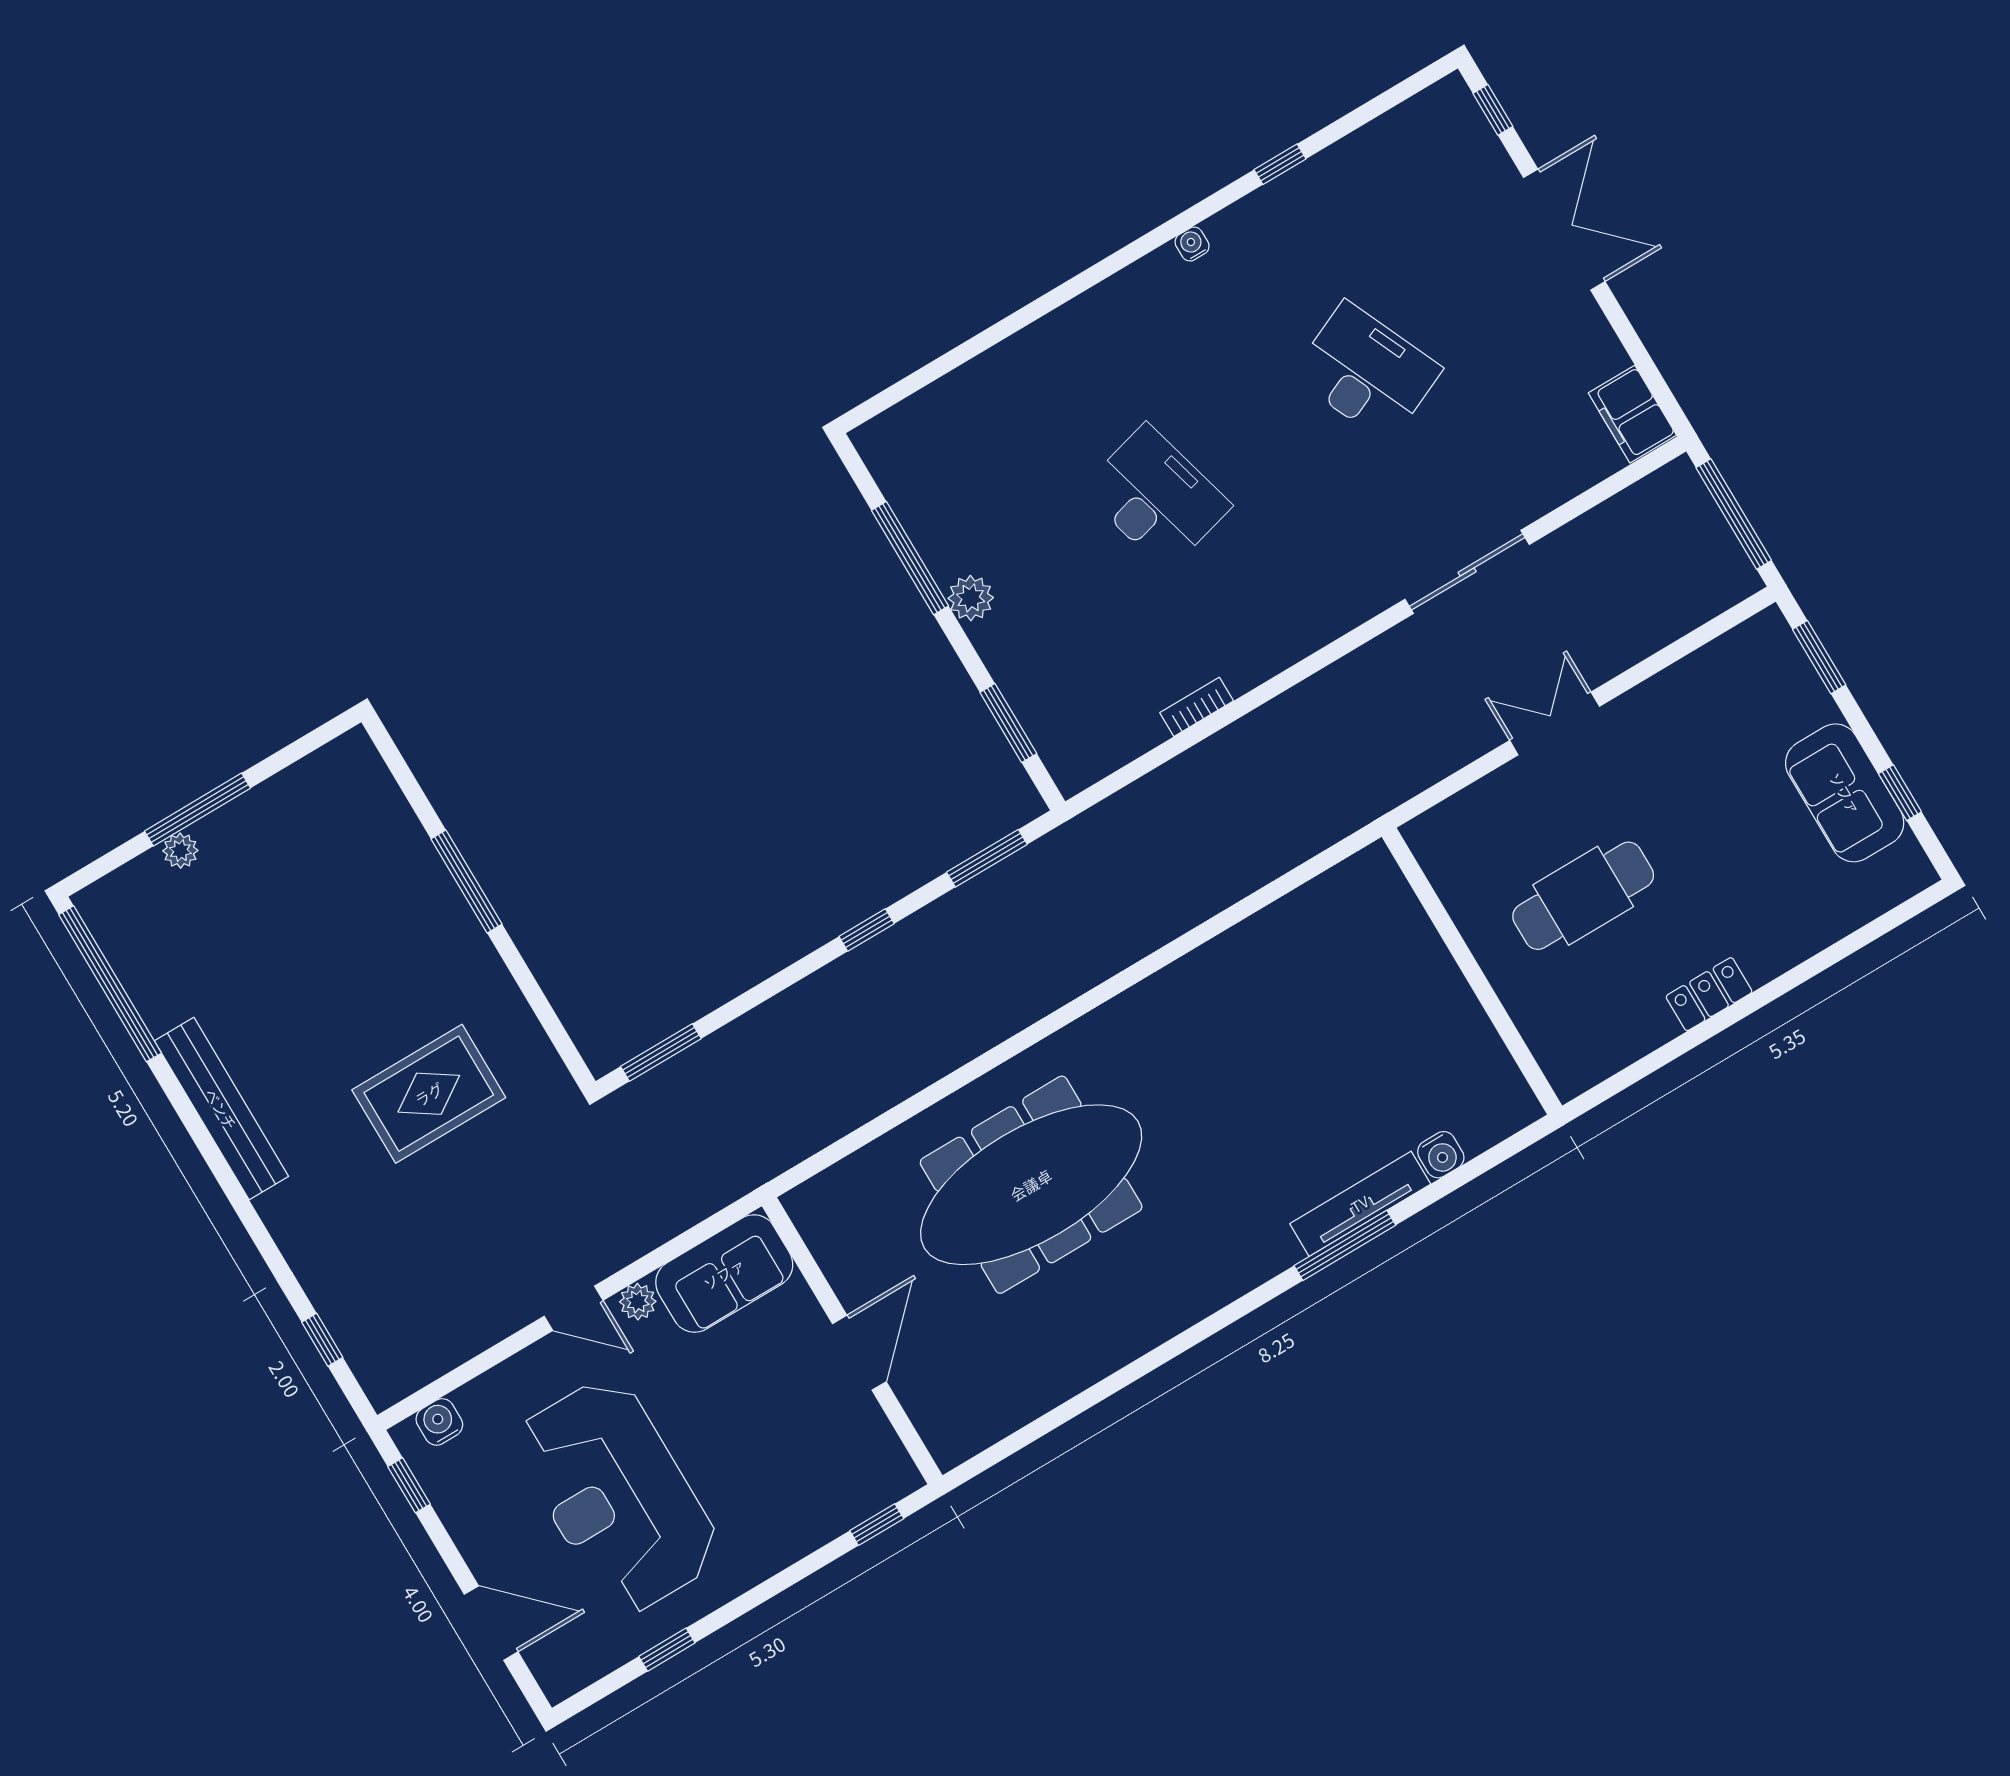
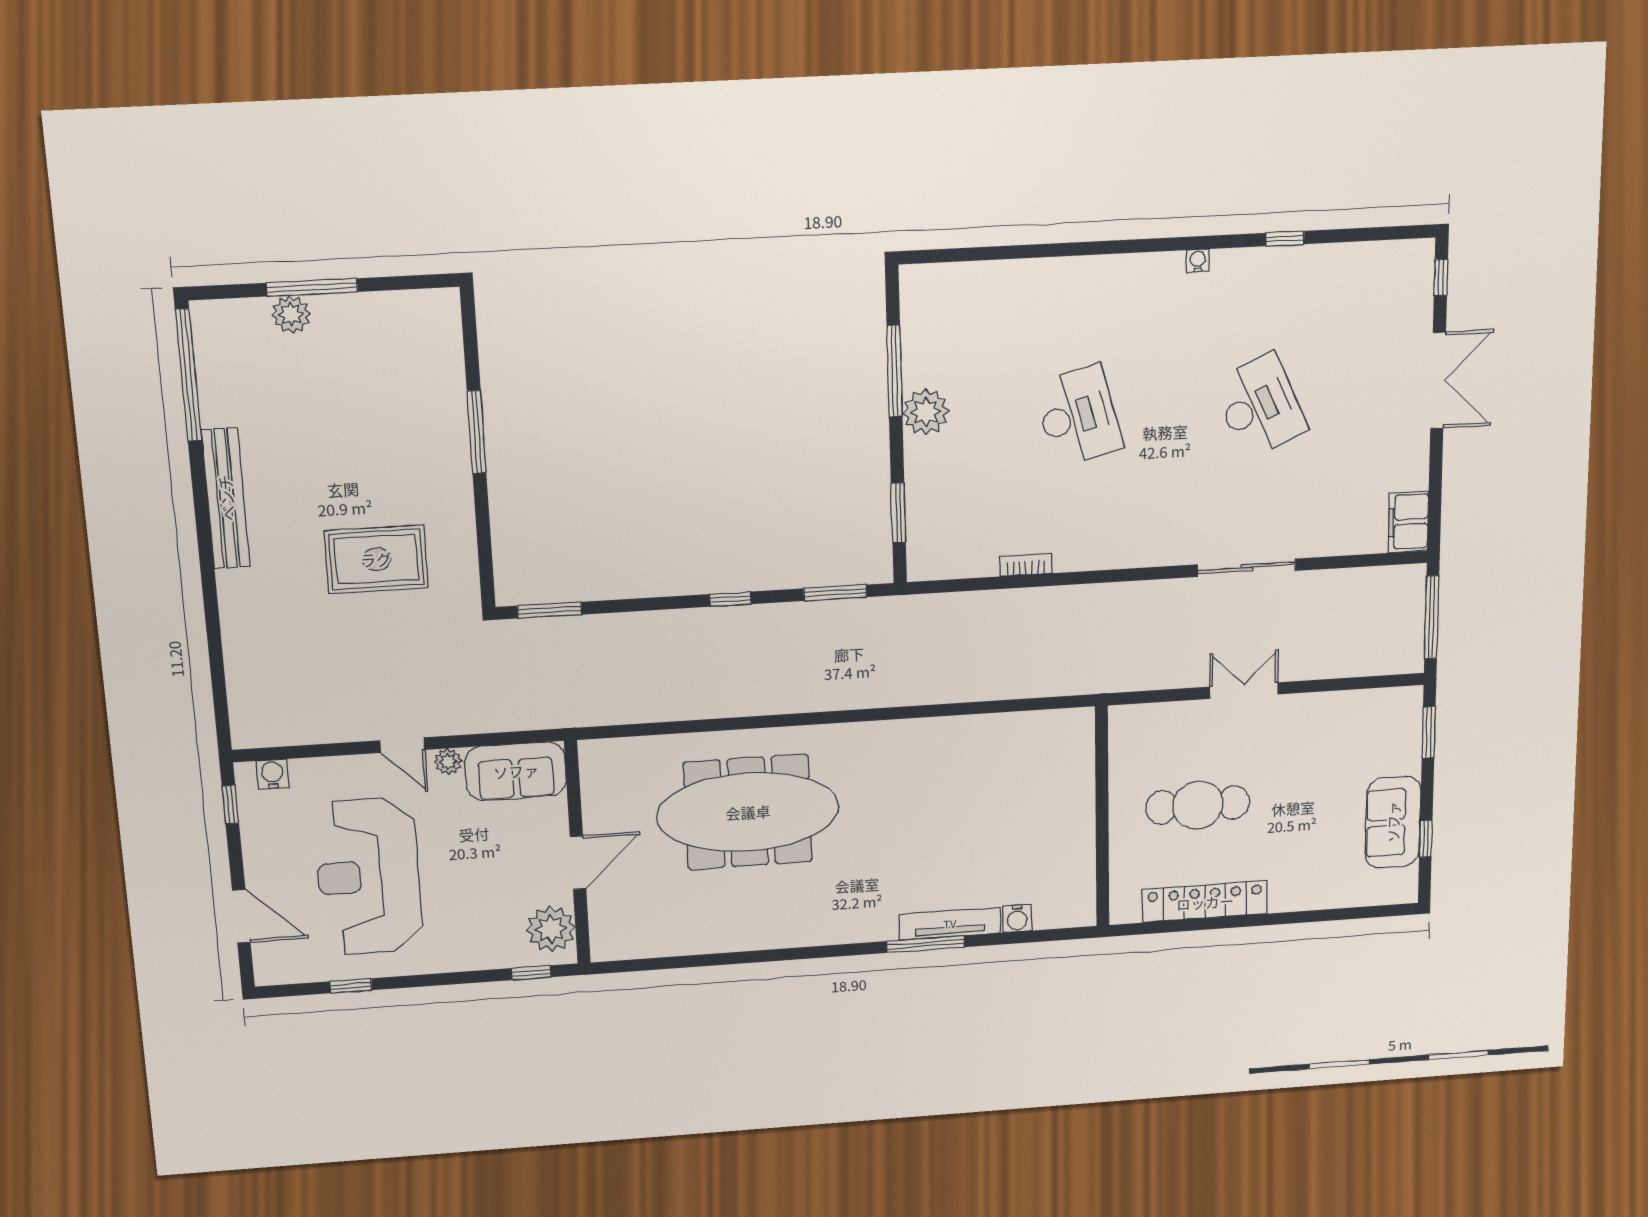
plant: (971, 598) -> (926, 412), width x1.36, depth x1.36
plant: (180, 851) -> (291, 314), width x1.38, depth x1.38
locker: (1709, 994) -> (1205, 902), width x2.16, depth x1.21
window: (322, 1340) -> (219, 684), removed
plant: (871, 1455) -> (551, 929), added

